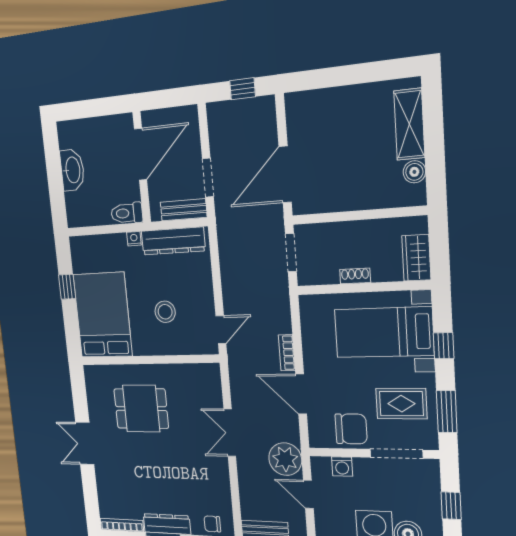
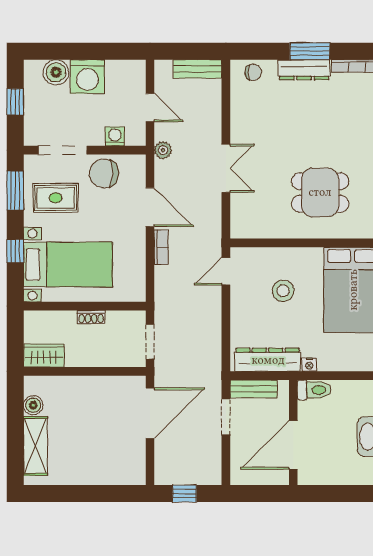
wardrobe: (416, 258) -> (44, 355), moved, turned -90
plant: (285, 459) -> (163, 150), width x0.53, depth x0.53

